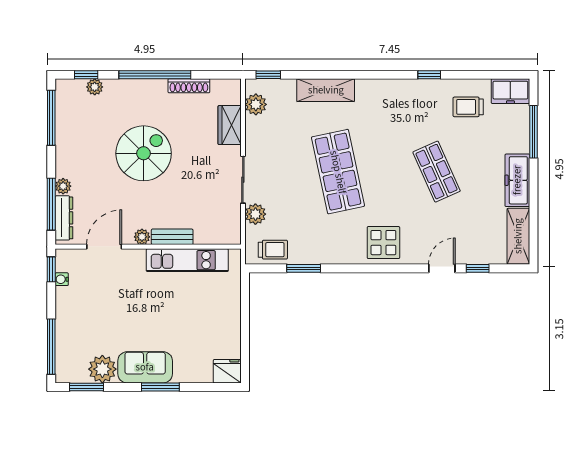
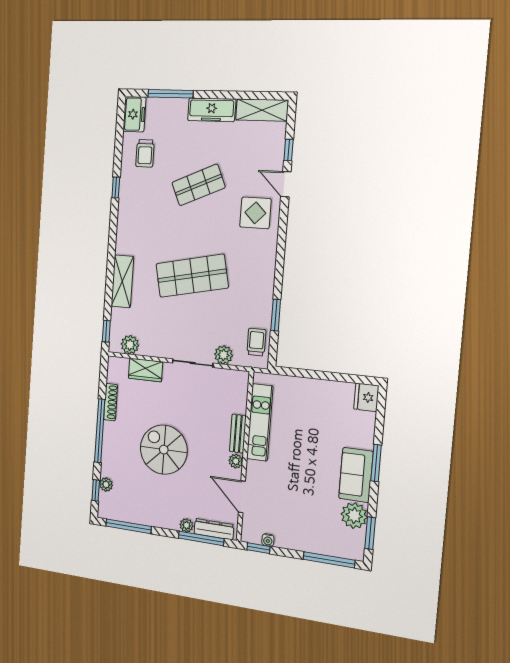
display table: (383, 243) -> (255, 213), moved

